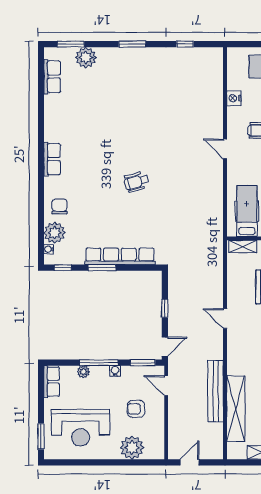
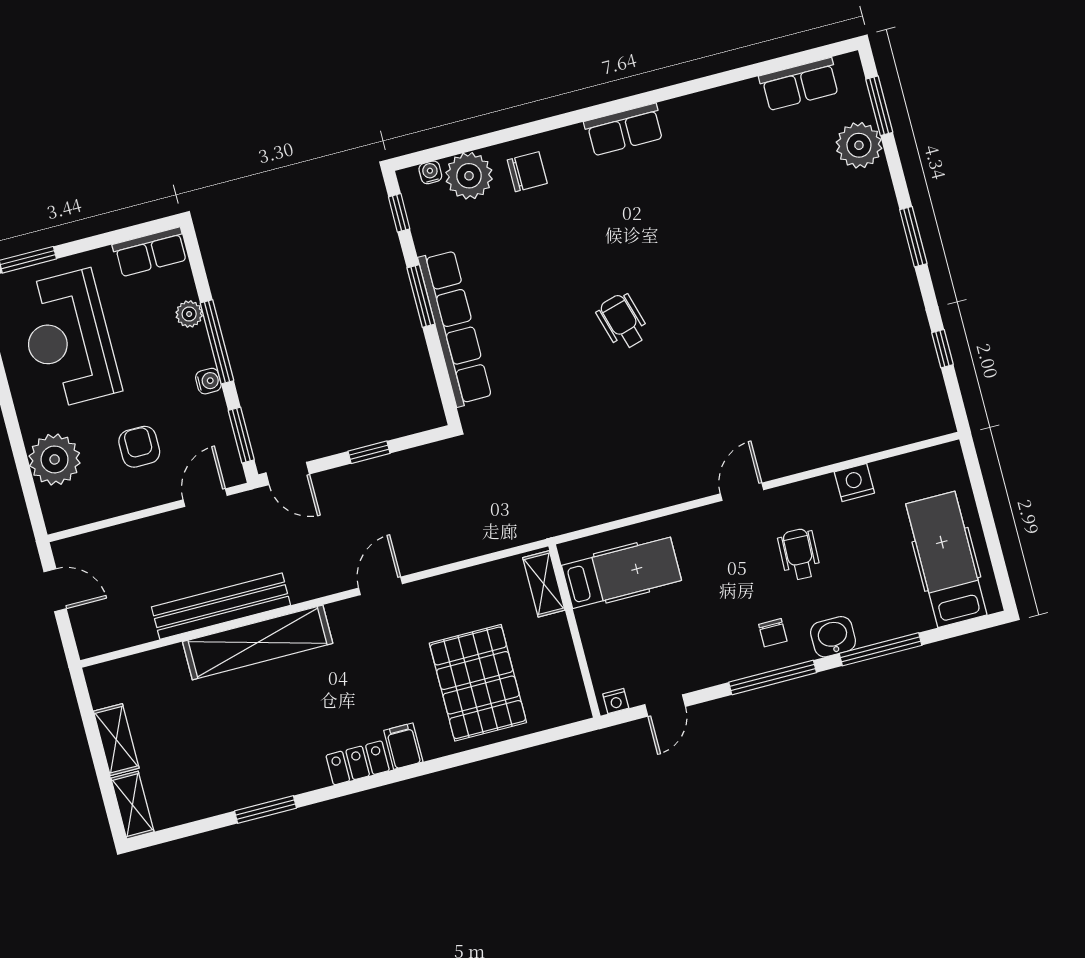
shelving: (236, 409) -> (258, 642), moved

